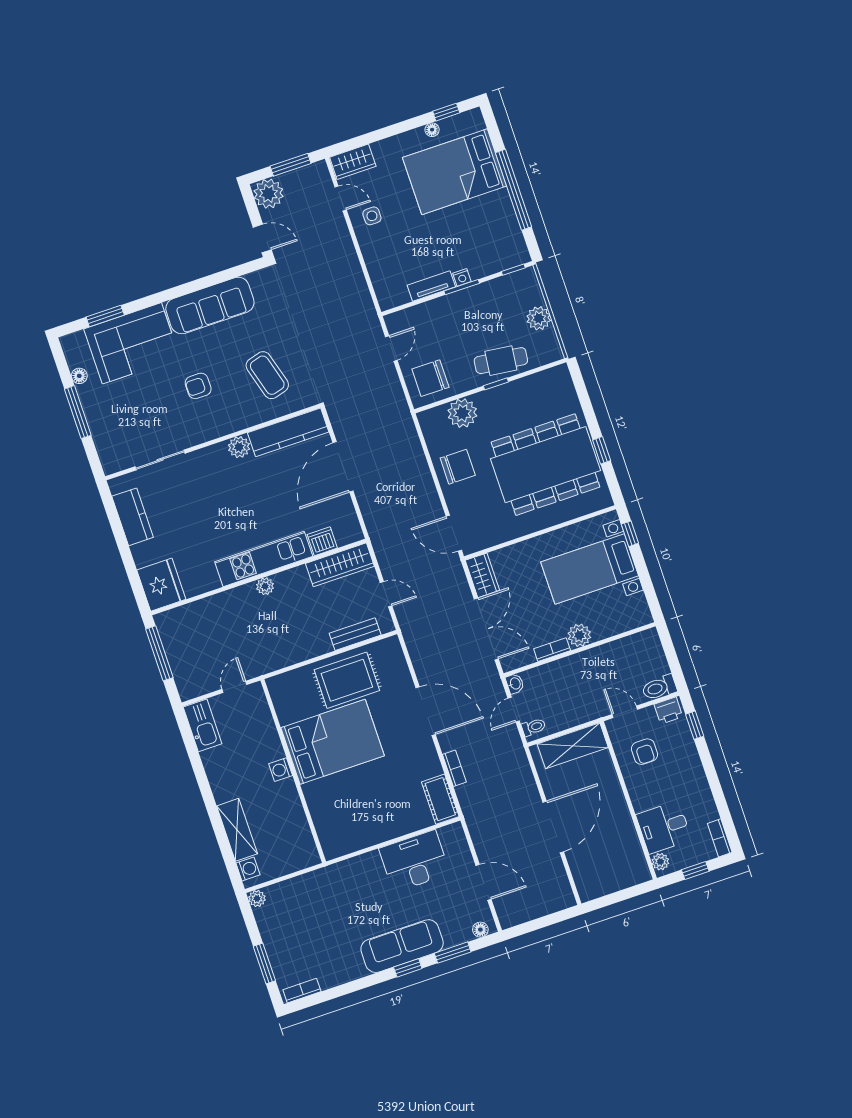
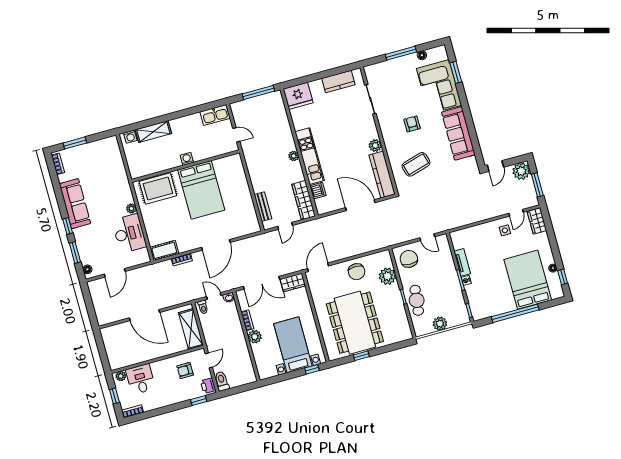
rug: (347, 680) -> (158, 189), moved, turned 90
plant: (257, 899) -> (131, 208), moved
sofa: (402, 946) -> (75, 204), moved

